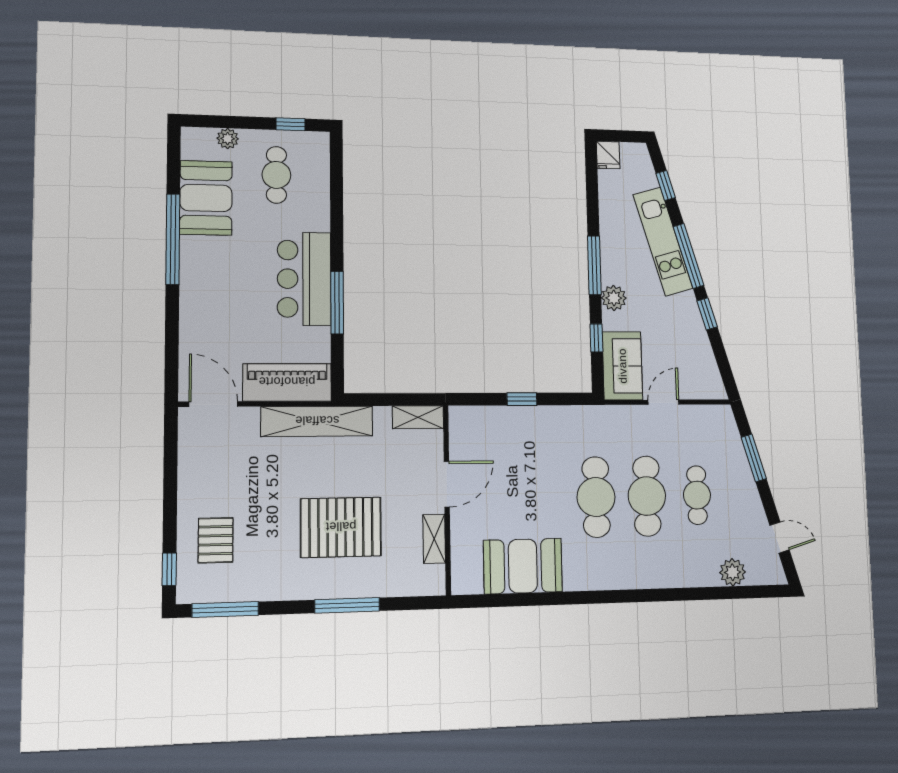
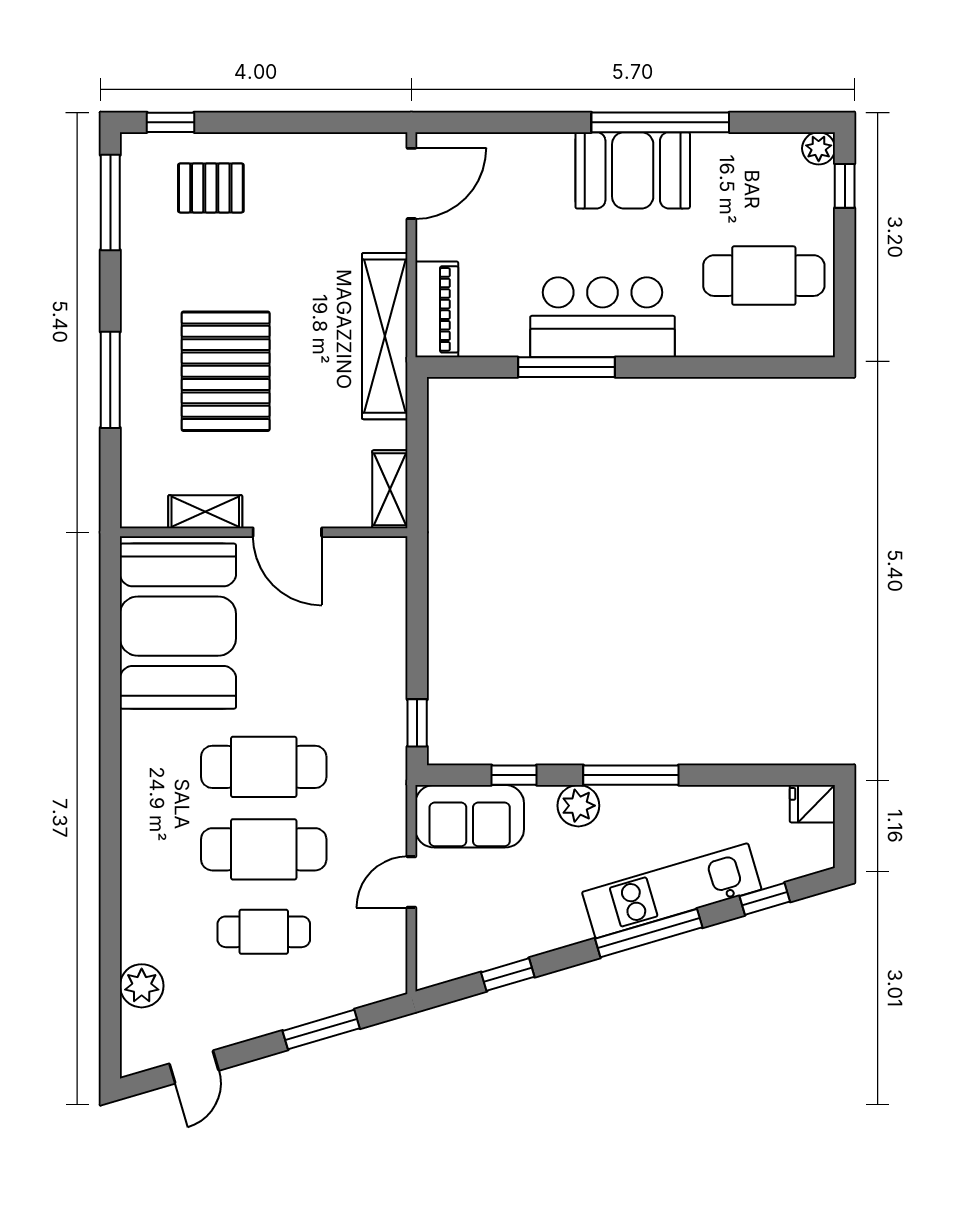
window: (291, 124) -> (845, 186), moved
plant: (228, 139) -> (819, 148), moved
cafe table: (276, 175) -> (764, 276), width x1.37, depth x1.35
booth: (206, 198) -> (633, 170), moved
window: (707, 314) -> (508, 975), moved
piano: (287, 382) -> (437, 309), width x0.73, depth x0.75
window: (522, 399) -> (417, 723), moved
door: (663, 402) -> (411, 882), swing flipped
booth: (523, 566) -> (178, 626), width x1.36, depth x1.42

